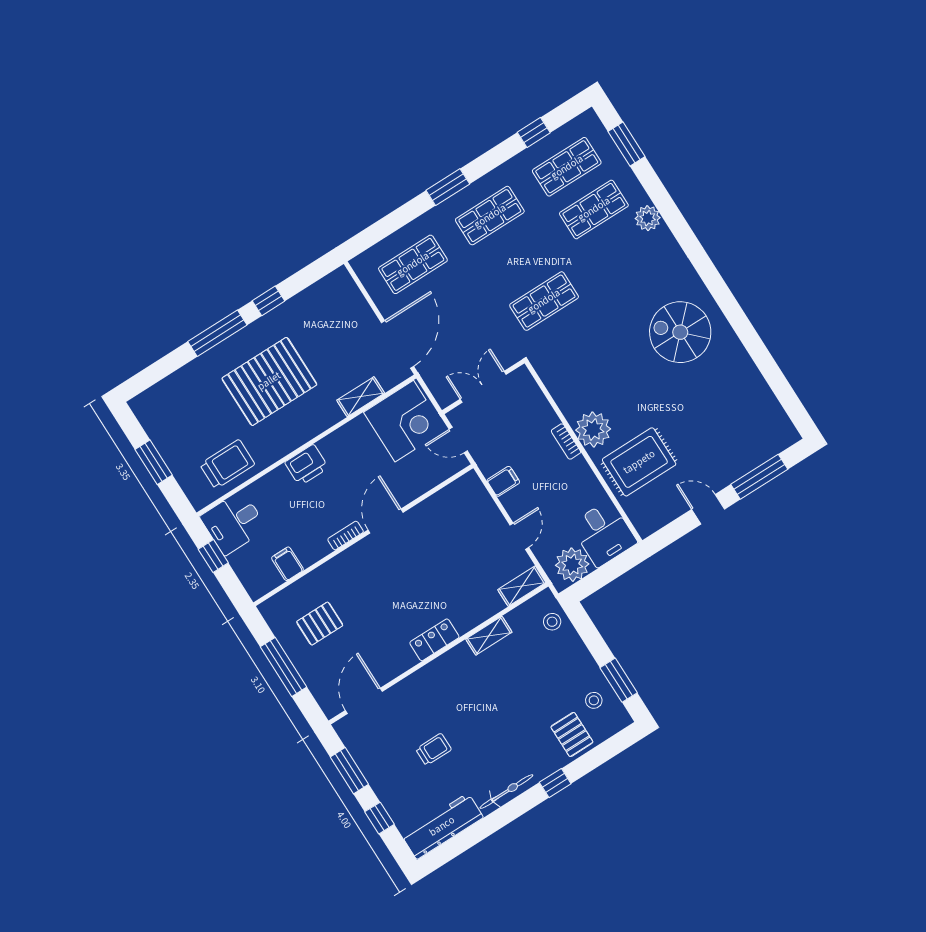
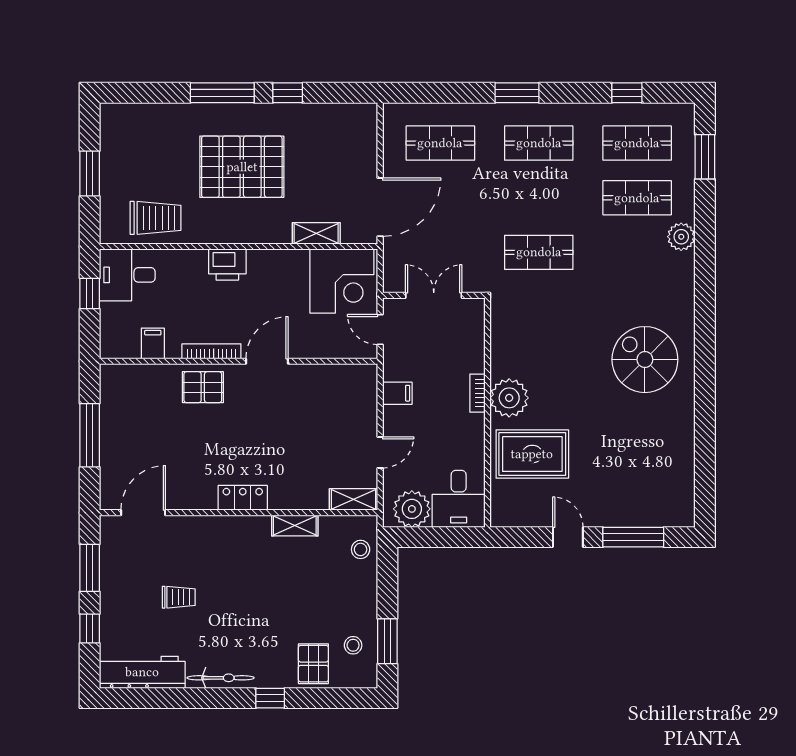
bookcase: (346, 536) -> (211, 351), width x1.56
pallet: (320, 624) -> (203, 387), moved

